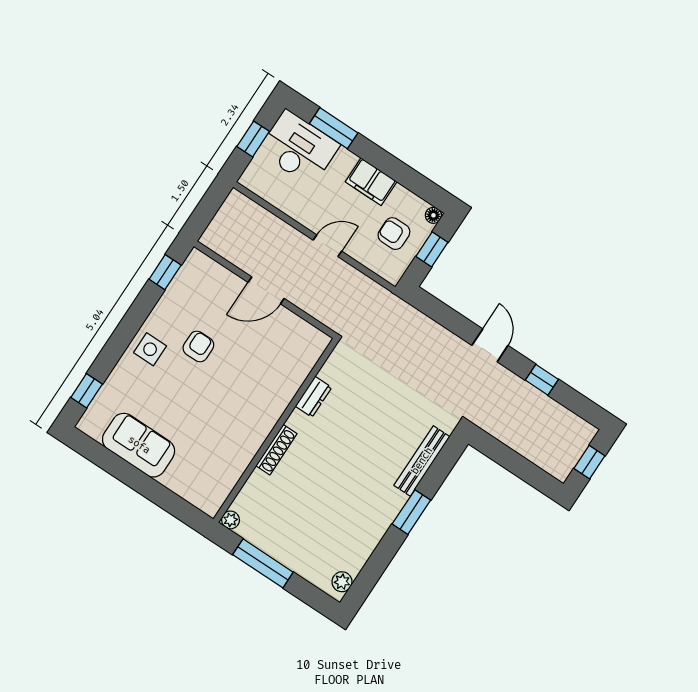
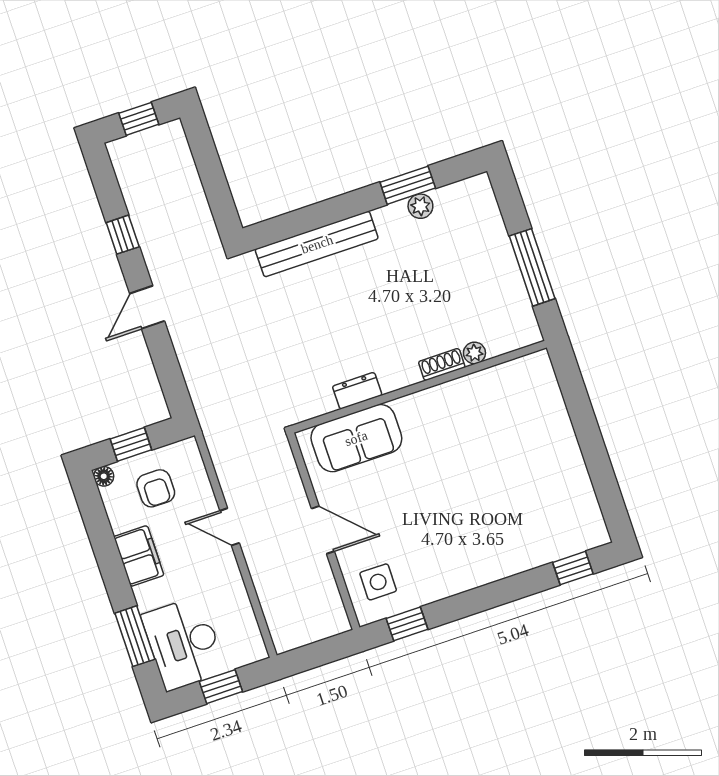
armchair: (198, 346) -> (431, 526), removed
side table: (150, 349) -> (378, 582), moved
sofa: (139, 445) -> (356, 438), moved, turned -90
shoe rack: (276, 450) -> (442, 364), width x0.70
bench: (422, 461) -> (317, 244), width x1.37, depth x1.21
window: (411, 512) -> (408, 185), moved
plant: (230, 520) -> (474, 353), moved
plant: (342, 582) -> (420, 206), moved

